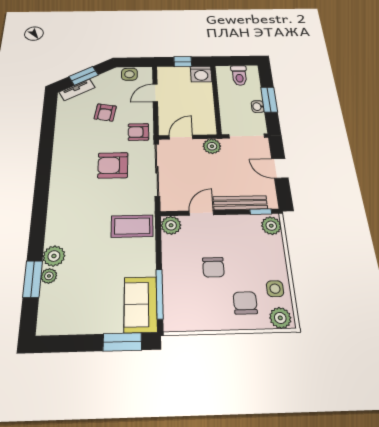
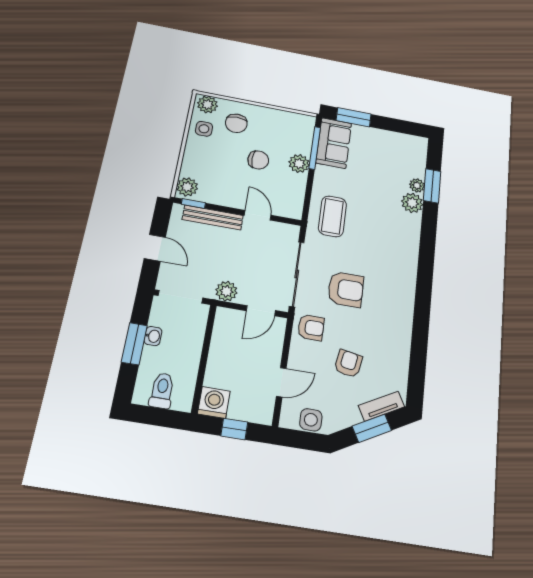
door: (201, 213) -> (258, 215), swing flipped
plant: (171, 225) -> (299, 164), moved
coffee table: (132, 226) -> (332, 216), turned 90
chair: (213, 267) -> (258, 160), turned 90

